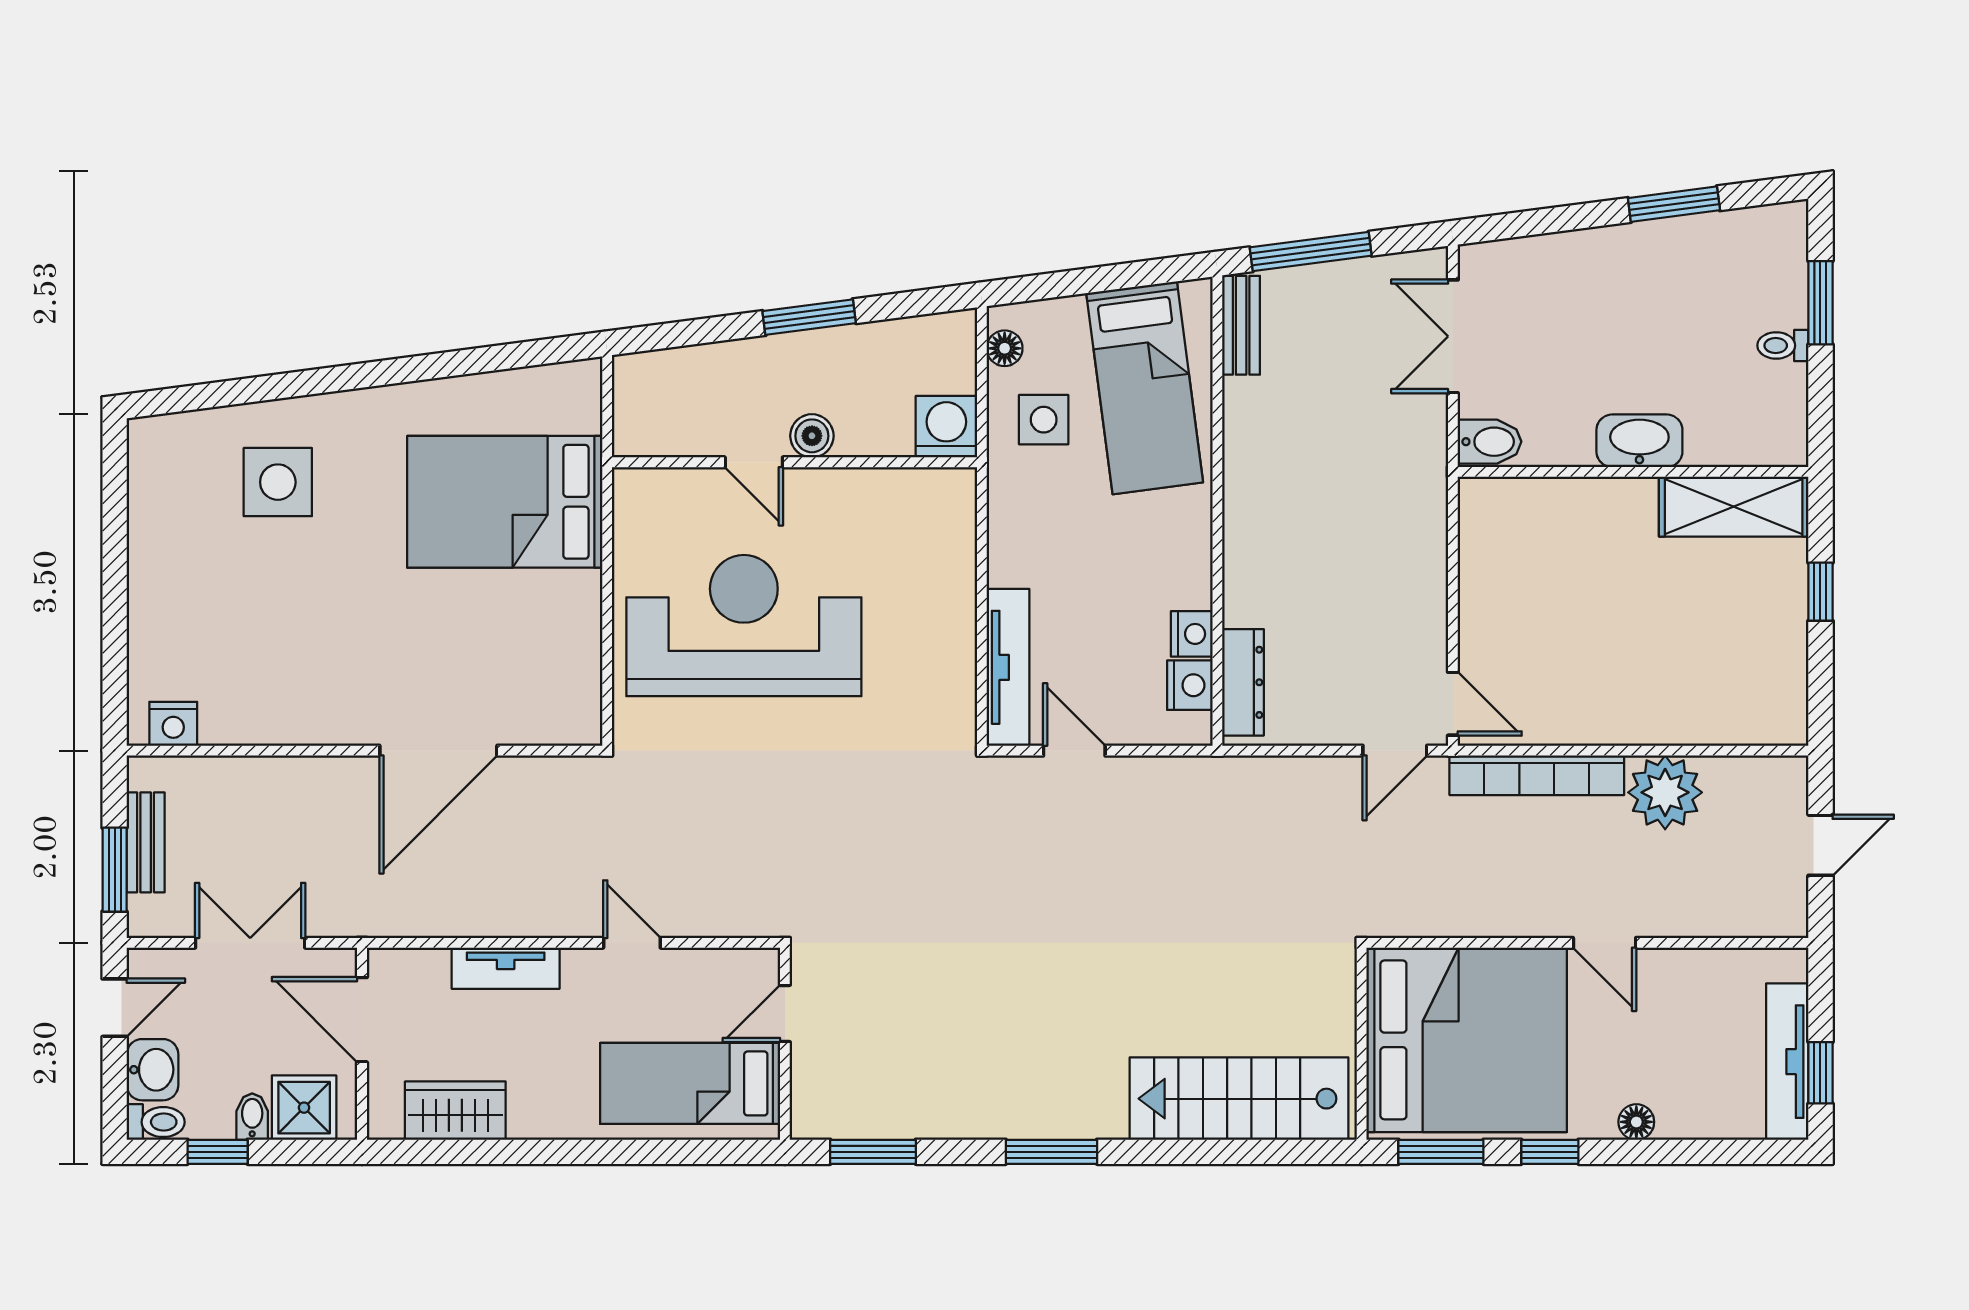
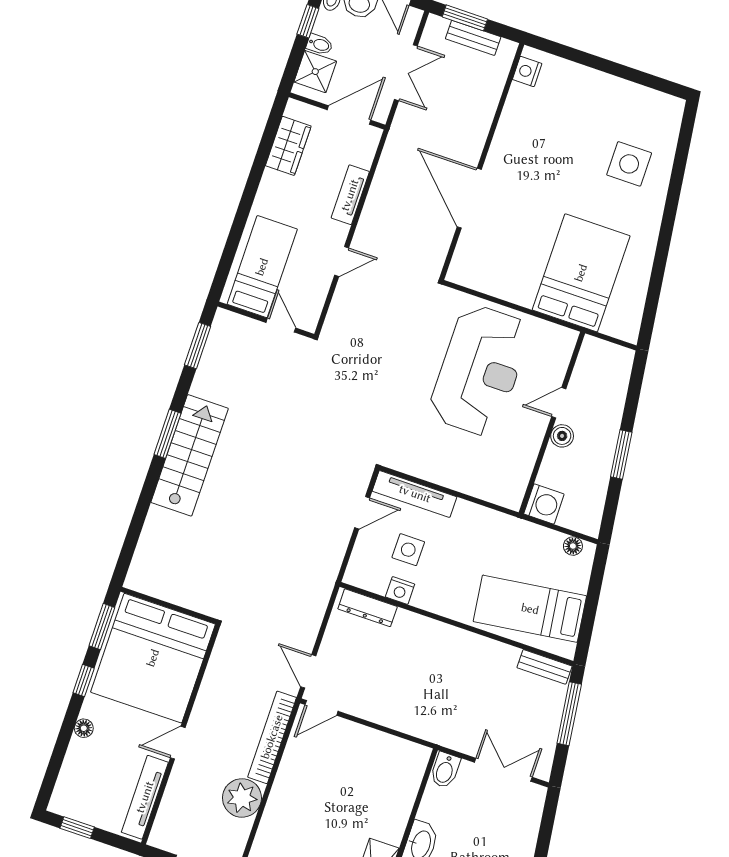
side table: (1044, 420) -> (408, 550), moved
nightstand: (1190, 685) -> (375, 581), removed
tv unit: (1787, 1062) -> (145, 797), moved, turned -90
stairs: (1239, 1099) -> (190, 455), moved

